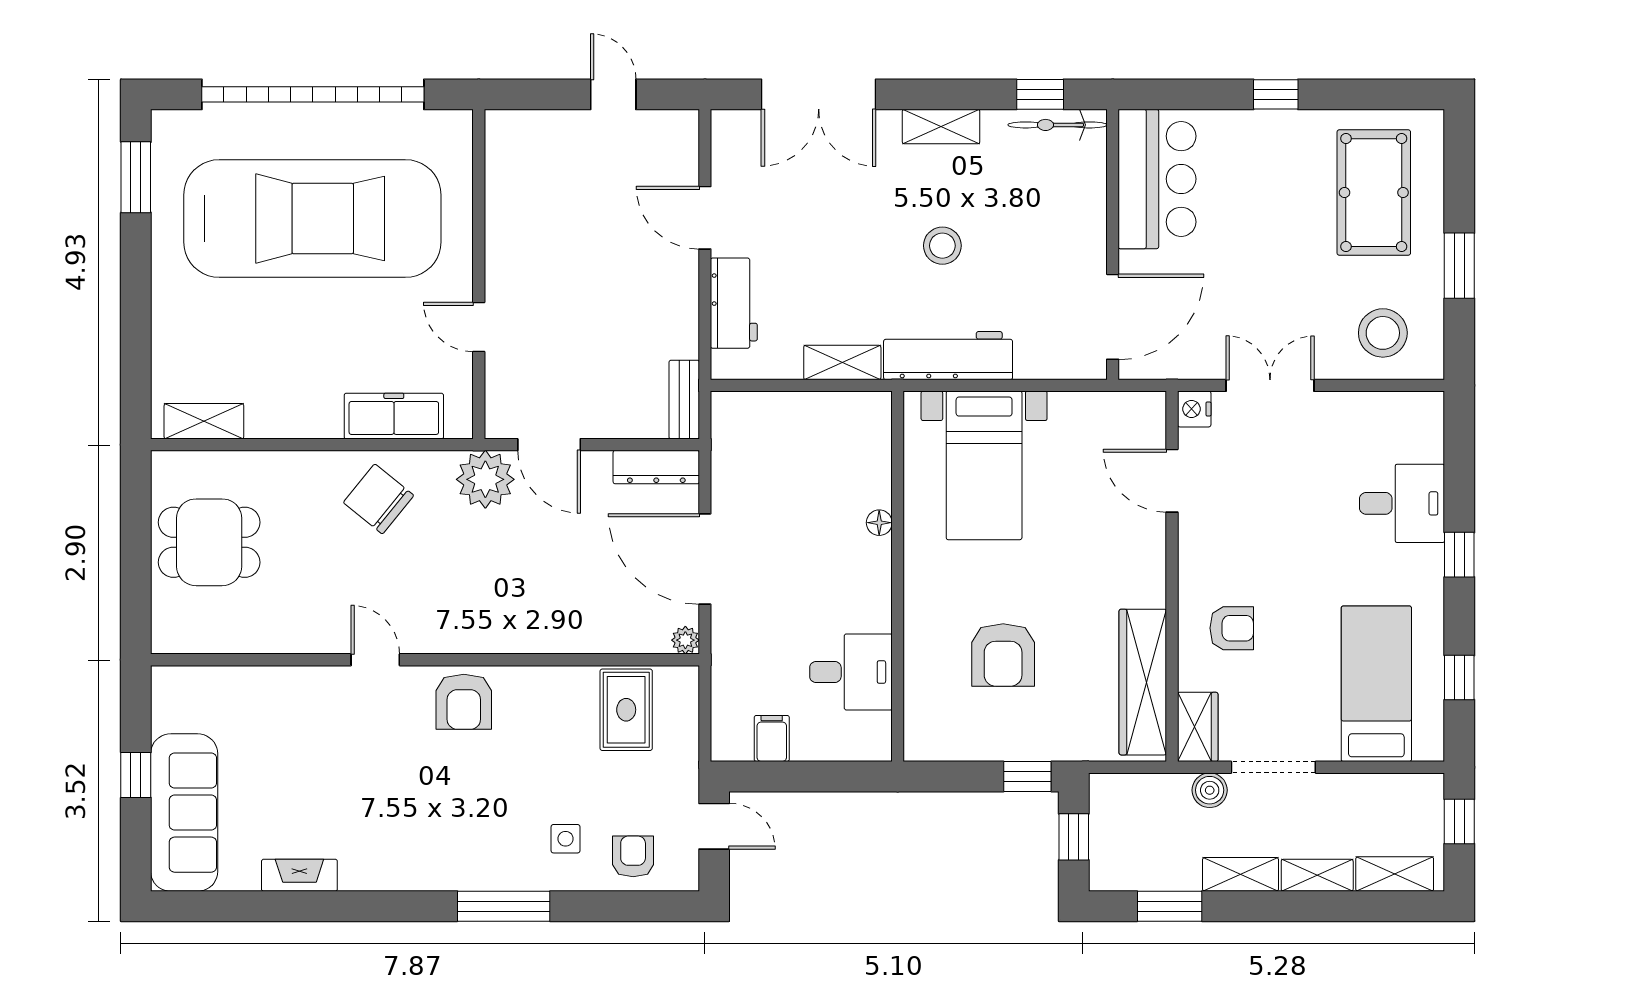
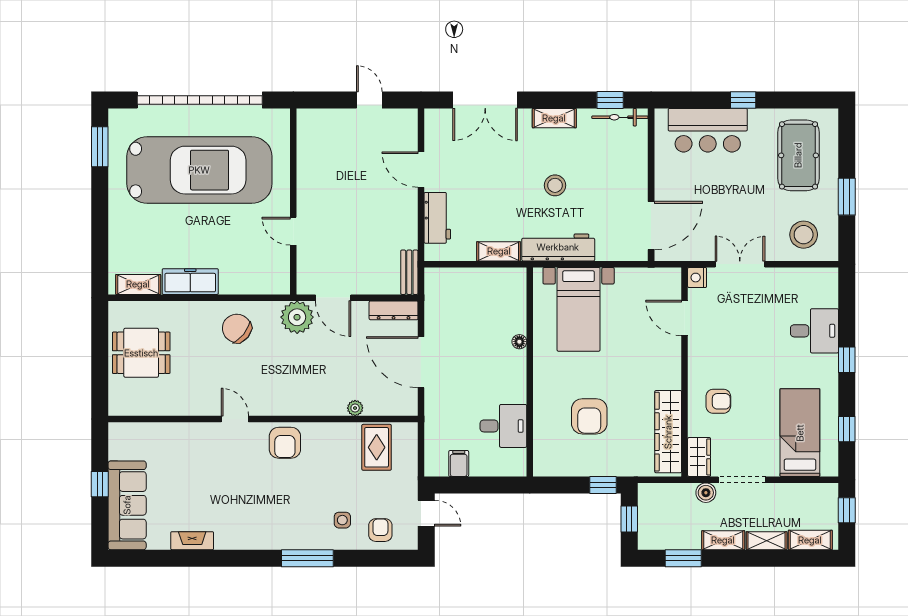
bar counter: (1157, 179) -> (708, 130), moved, turned 90
freezer: (394, 416) -> (190, 282), moved
plant: (685, 640) -> (355, 408), moved

